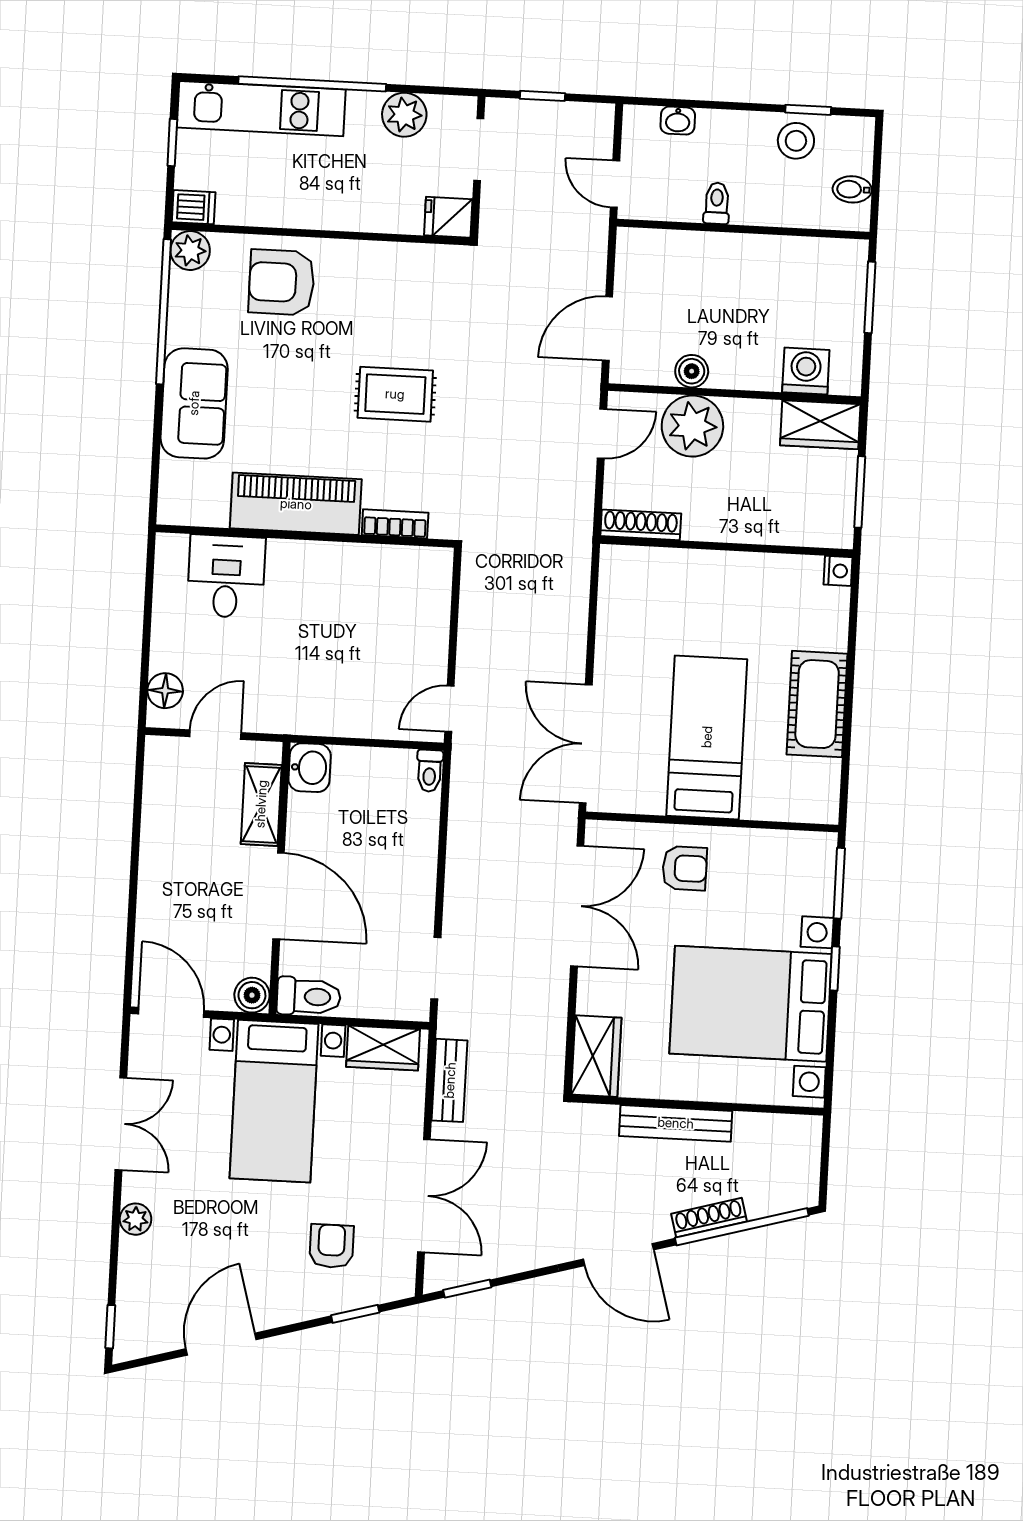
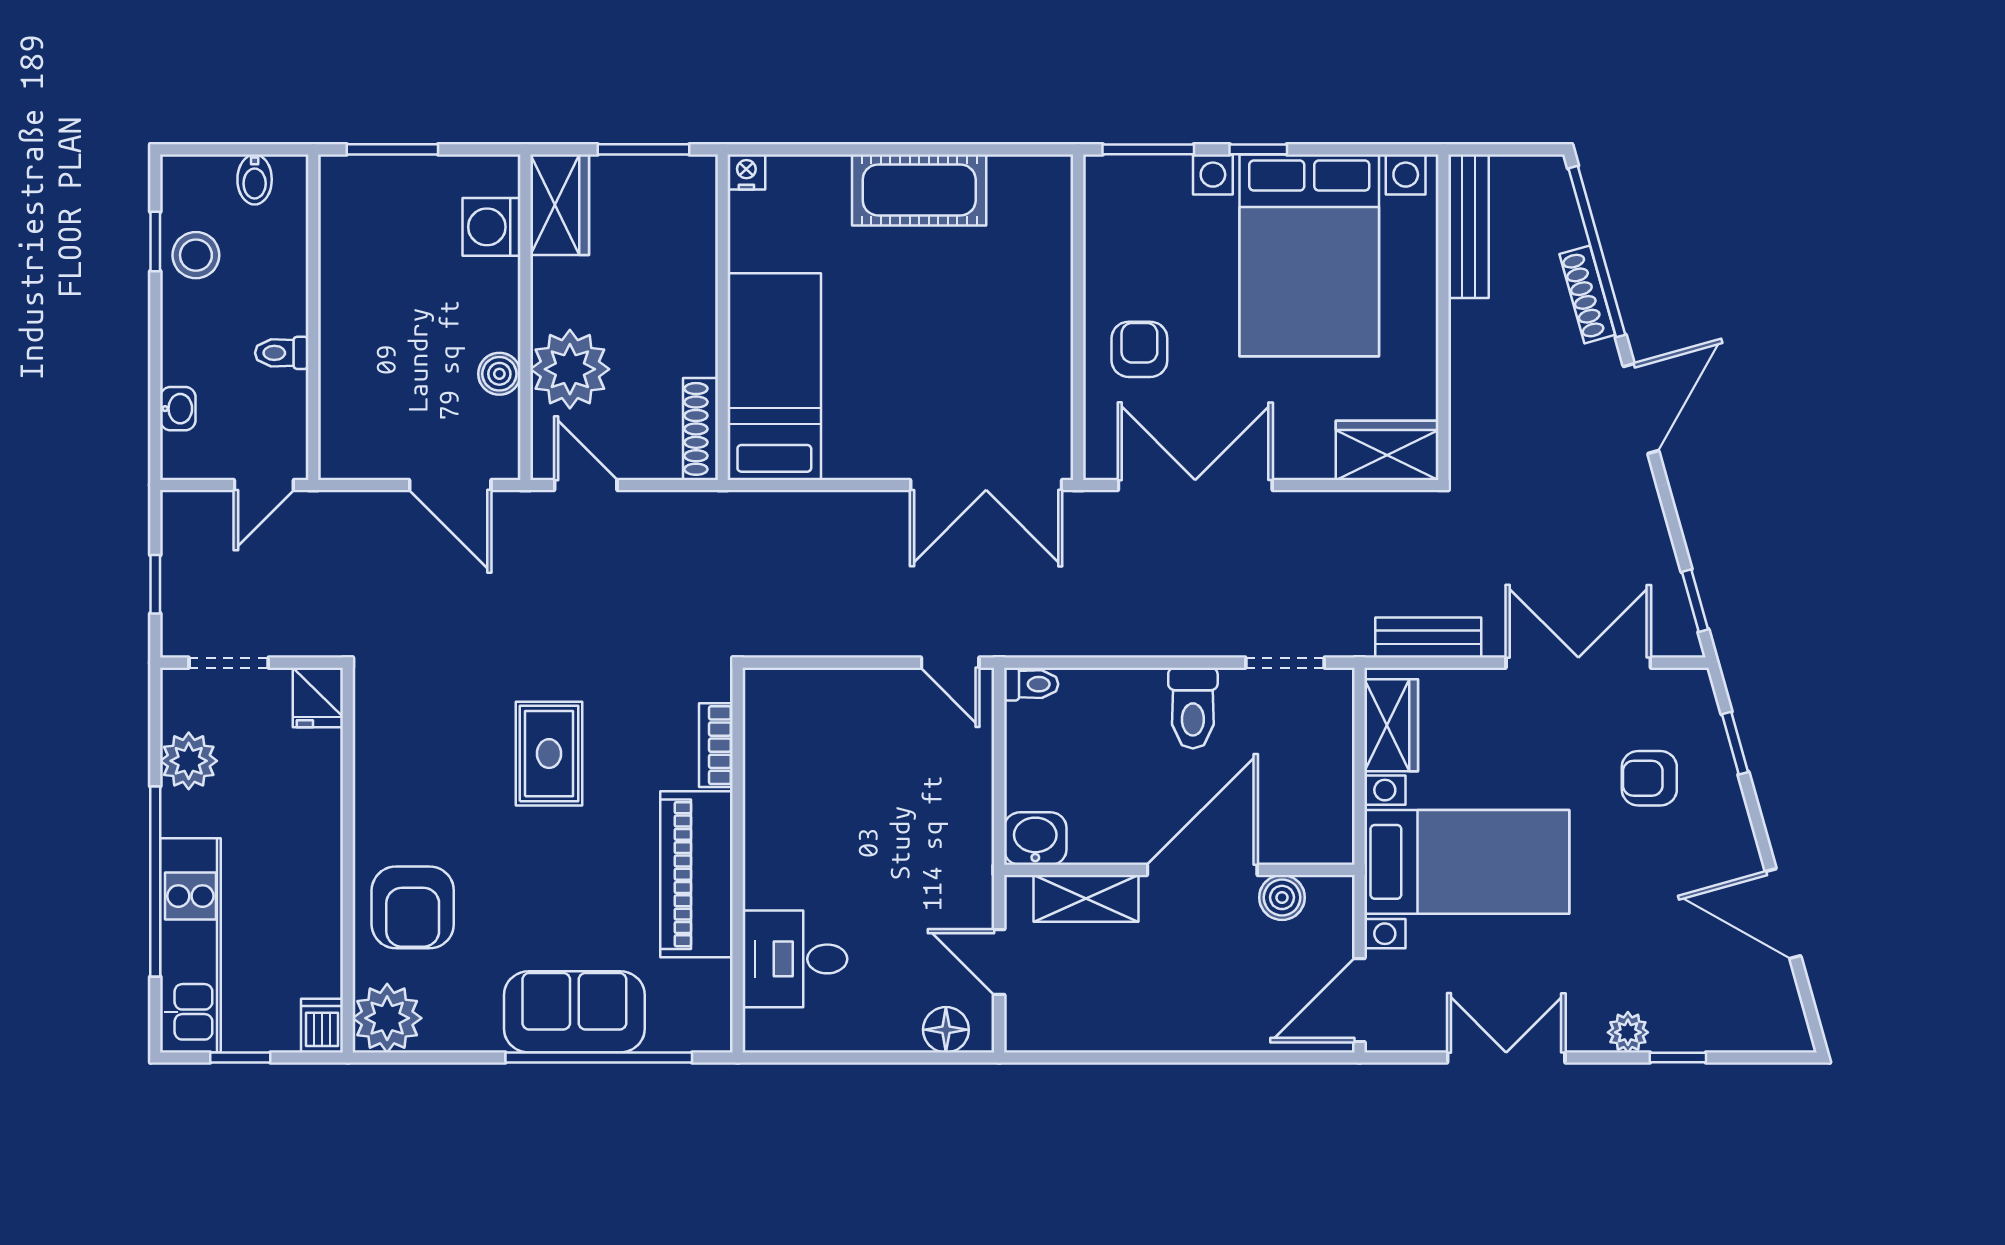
plant: (190, 251) -> (387, 1018), width x1.36, depth x1.36
window: (163, 312) -> (599, 1057), moved
bed: (707, 737) -> (774, 377), moved, turned 90
boiler: (252, 995) -> (1282, 897), moved
toilet: (309, 997) -> (1193, 708), moved, turned 180
bench: (676, 1123) -> (1468, 226), moved
window: (110, 1327) -> (1678, 1057), moved

